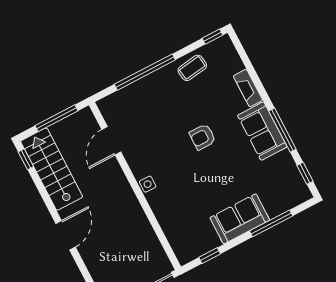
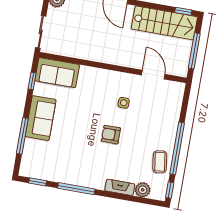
plant: (233, 64) -> (143, 190), added
window: (145, 72) -> (177, 148), moved
sofa: (262, 131) -> (57, 73), moved, turned 180
armchair: (203, 137) -> (111, 135), turned -90
side table: (148, 184) -> (124, 103), moved

